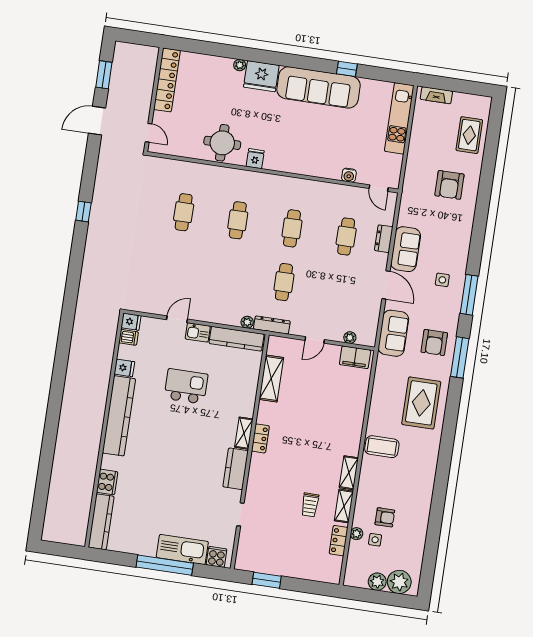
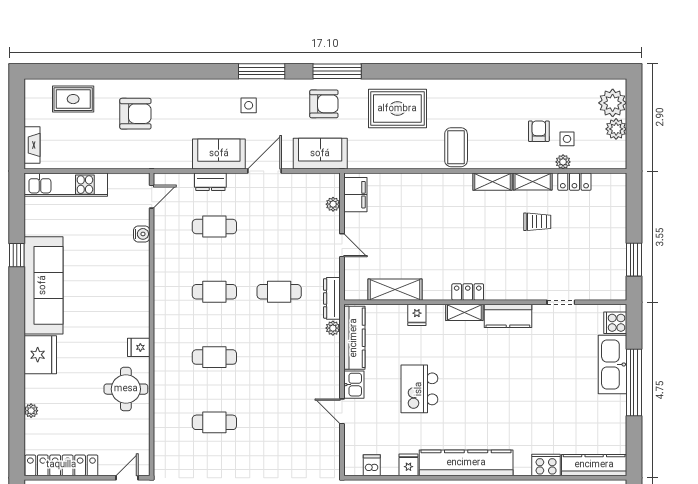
plant: (240, 65) -> (31, 411), moved
fridge: (131, 322) -> (417, 315), moved, turned 180

